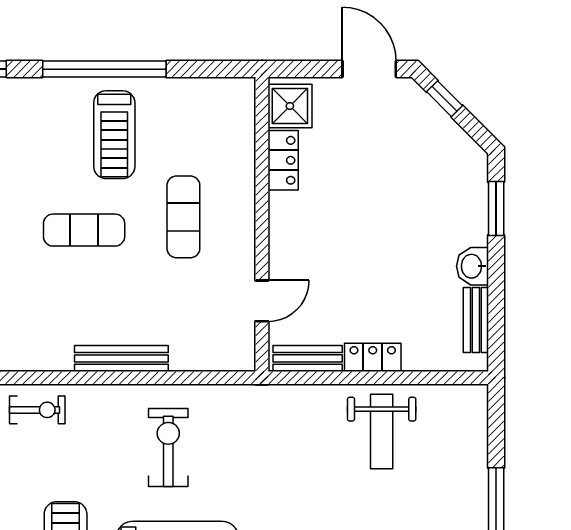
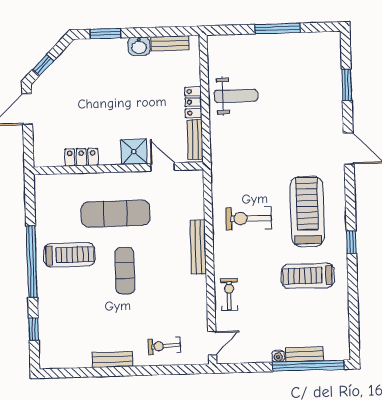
shower: (290, 106) -> (134, 152), moved
exercise mat: (183, 217) -> (116, 214), width x1.36, depth x1.45

